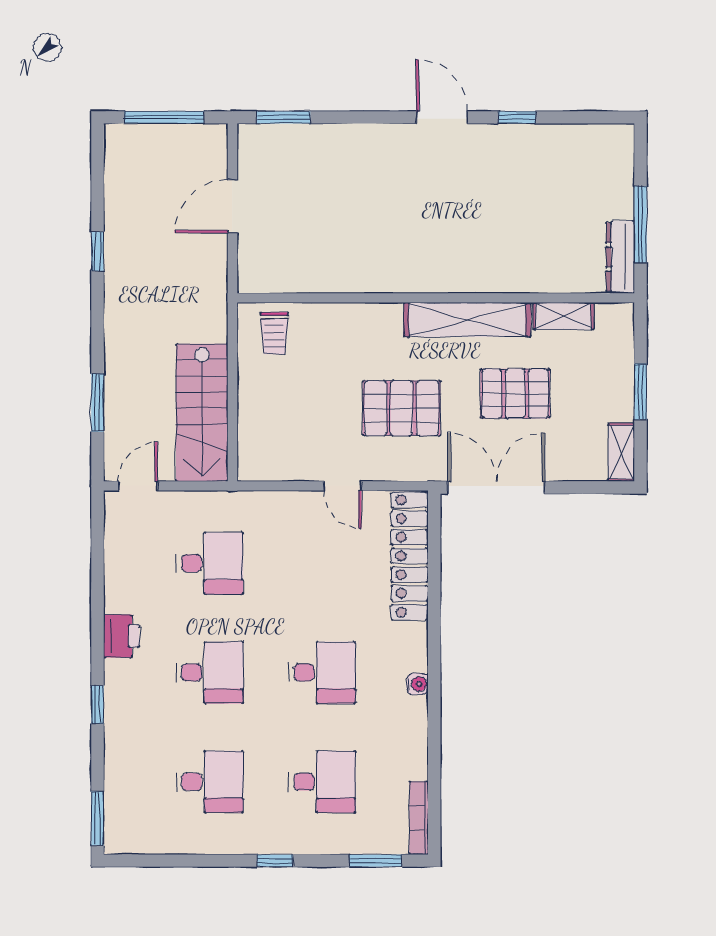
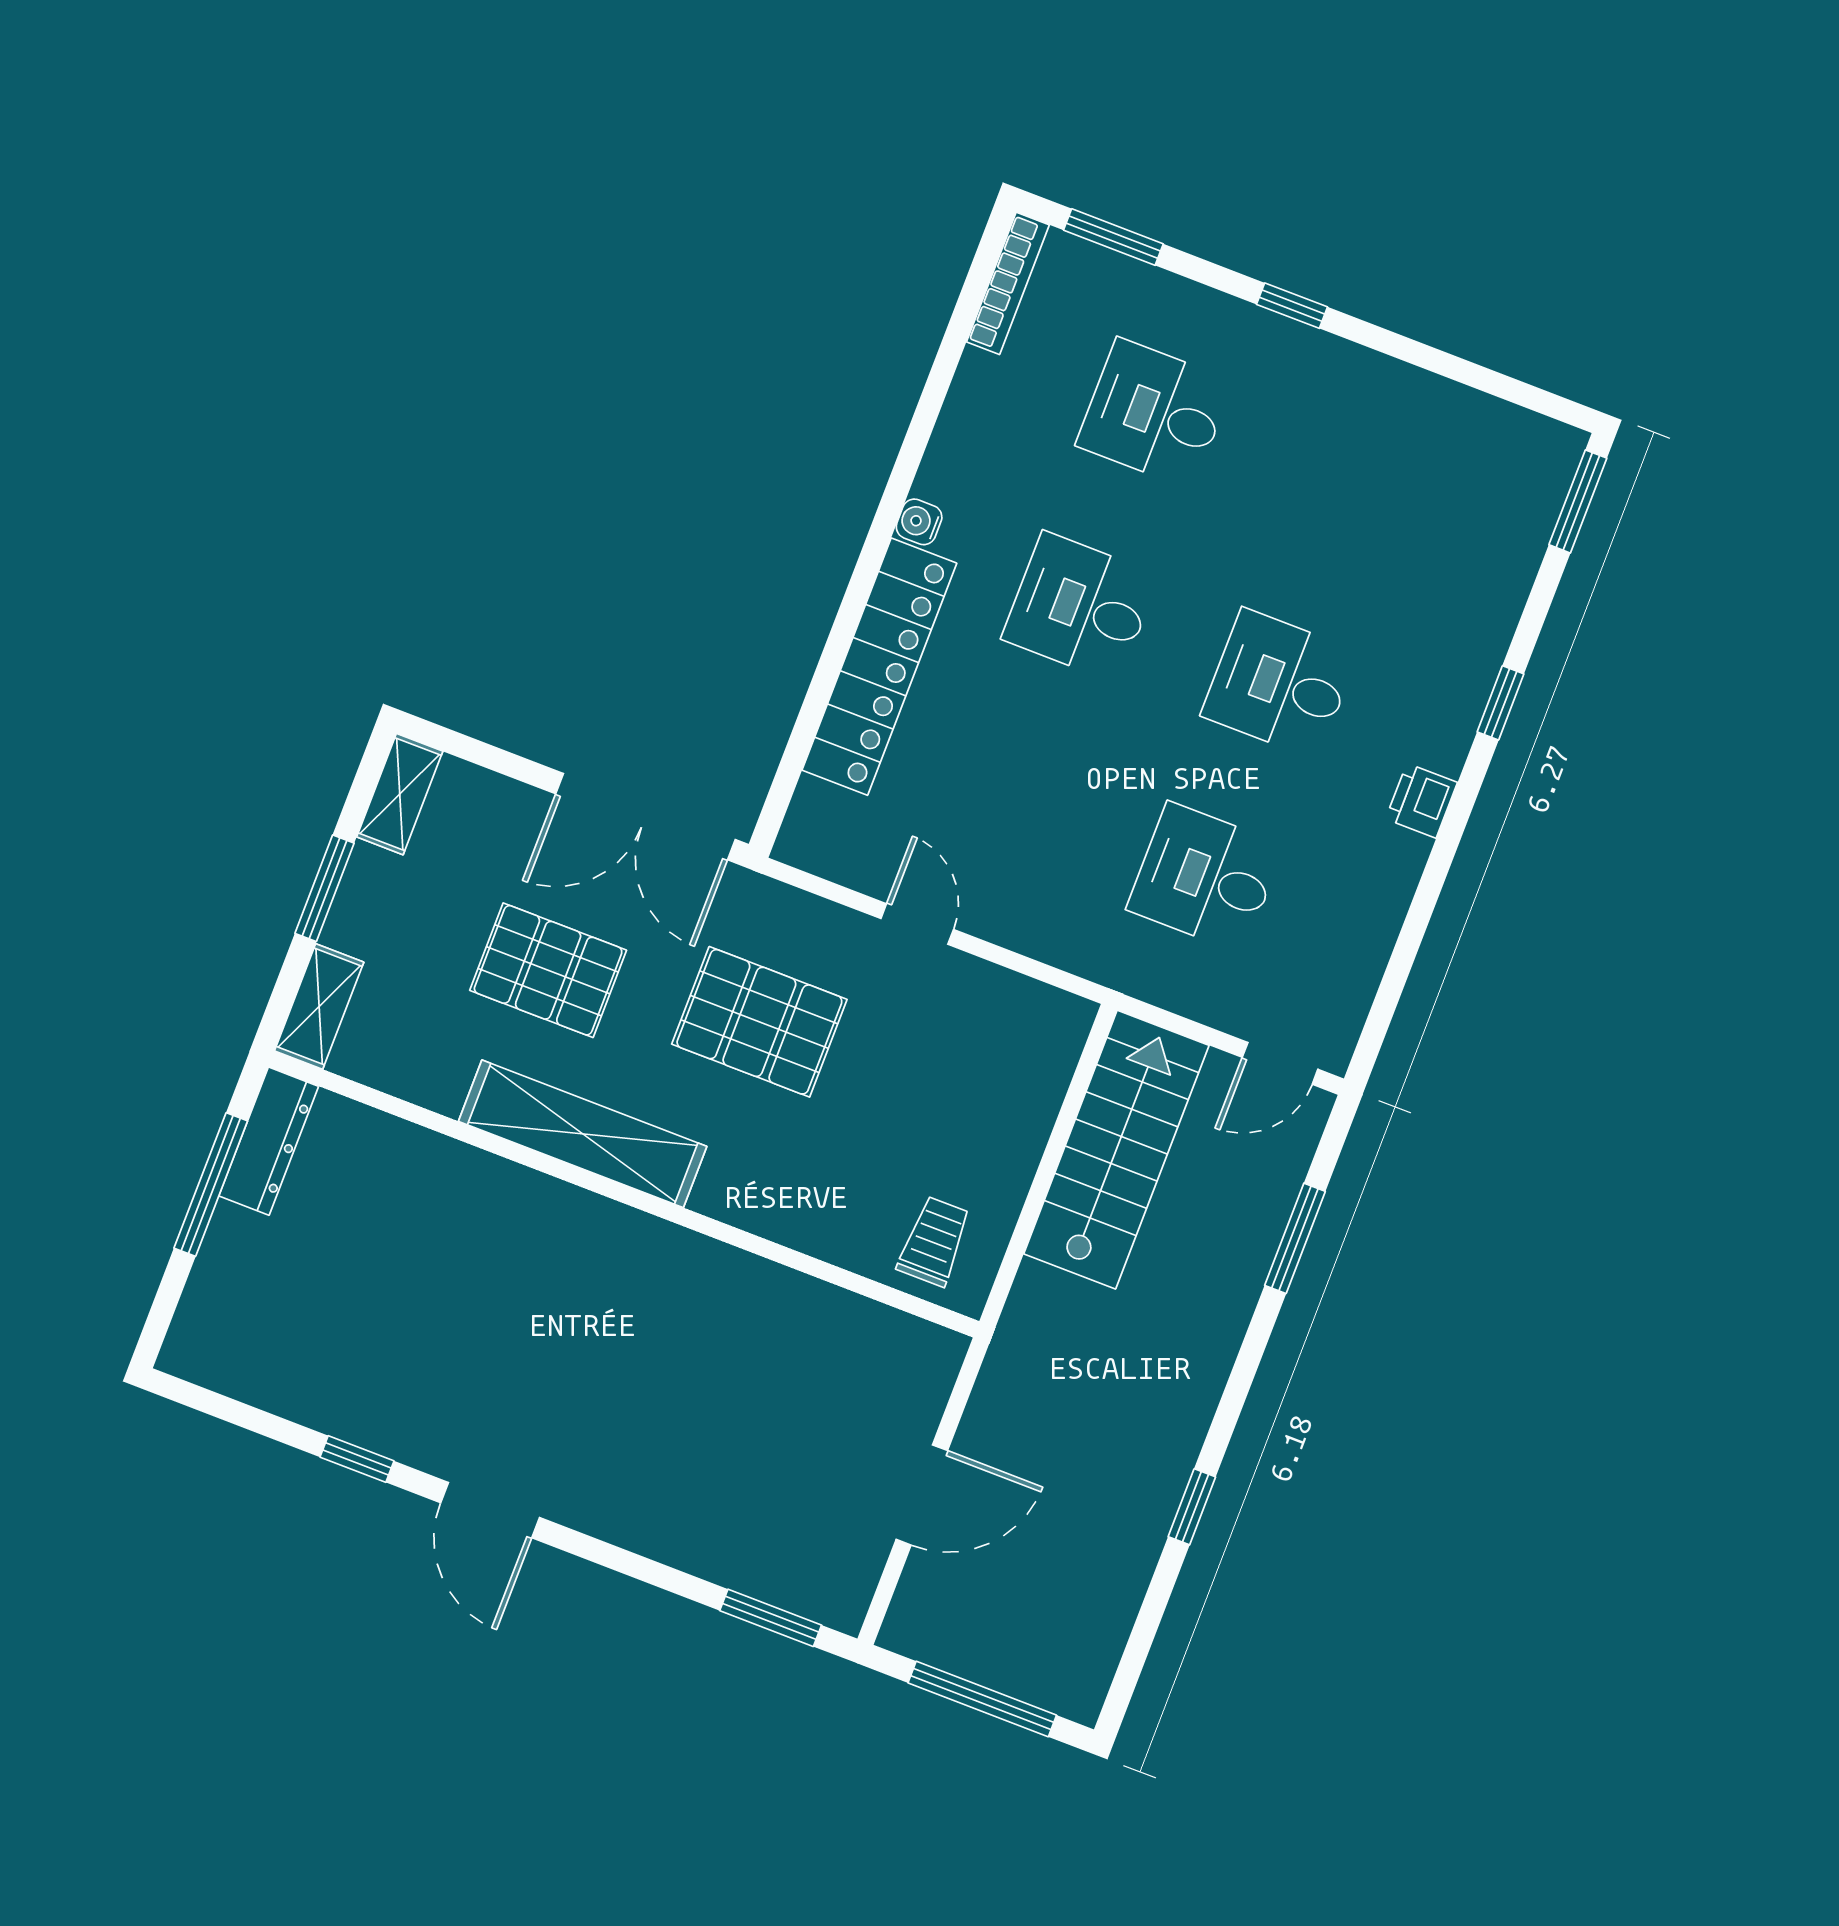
shelving: (563, 316) -> (319, 1006), moved, turned 90
locker: (410, 556) -> (879, 667), moved
printer: (121, 636) -> (1421, 801), width x0.73, depth x0.81
desk: (210, 782) -> (1354, 490), removed

